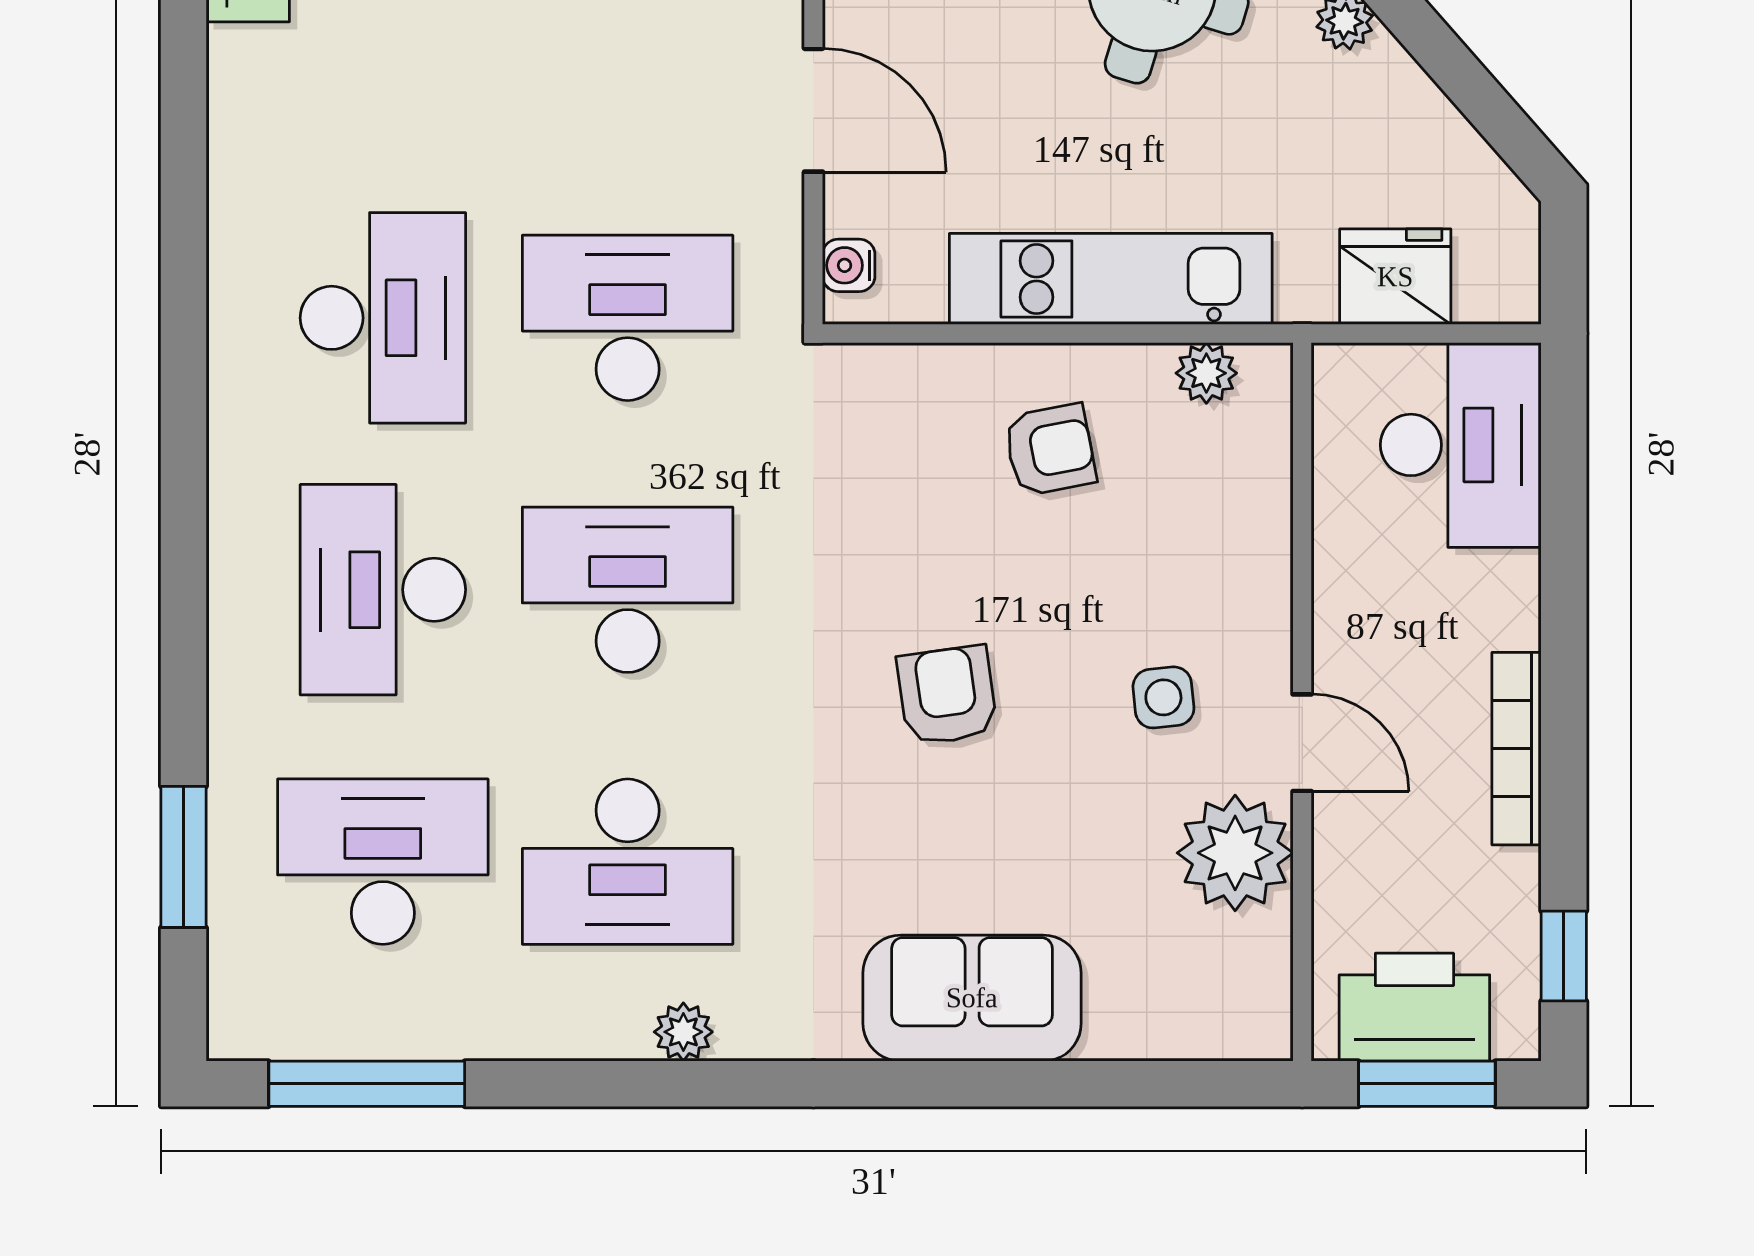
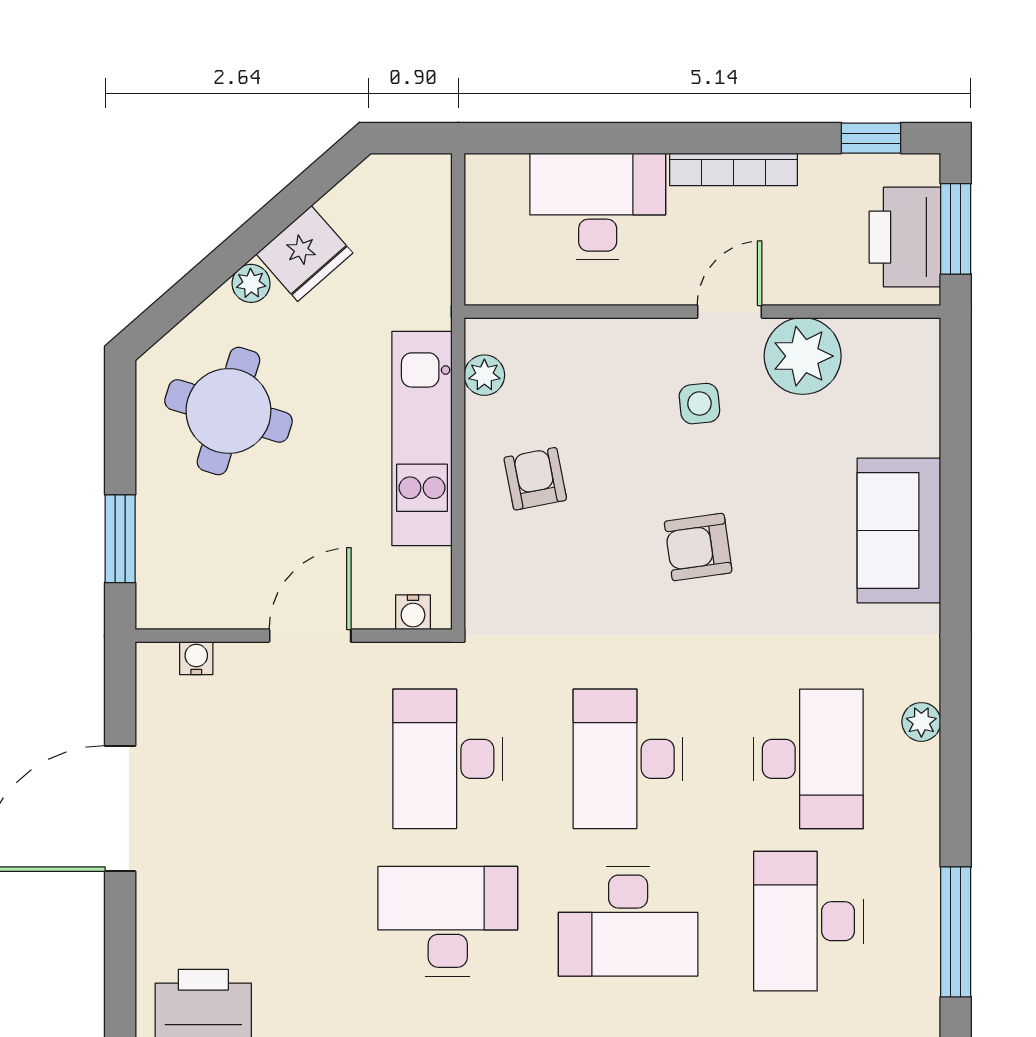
fridge: (1395, 277) -> (304, 253), moved, turned -131
desk: (1461, 445) -> (598, 206), moved

